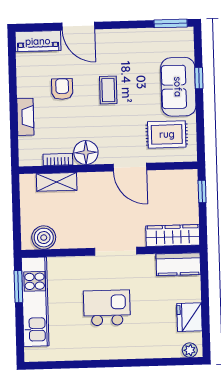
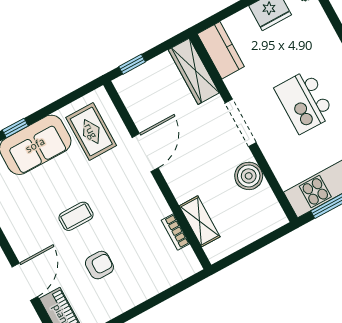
armchair: (62, 89) -> (99, 265), turned 180
fireplace: (25, 117) -> (148, 289), removed
floor lamp: (86, 152) -> (153, 206), removed
boiler: (44, 238) -> (249, 176), moved

